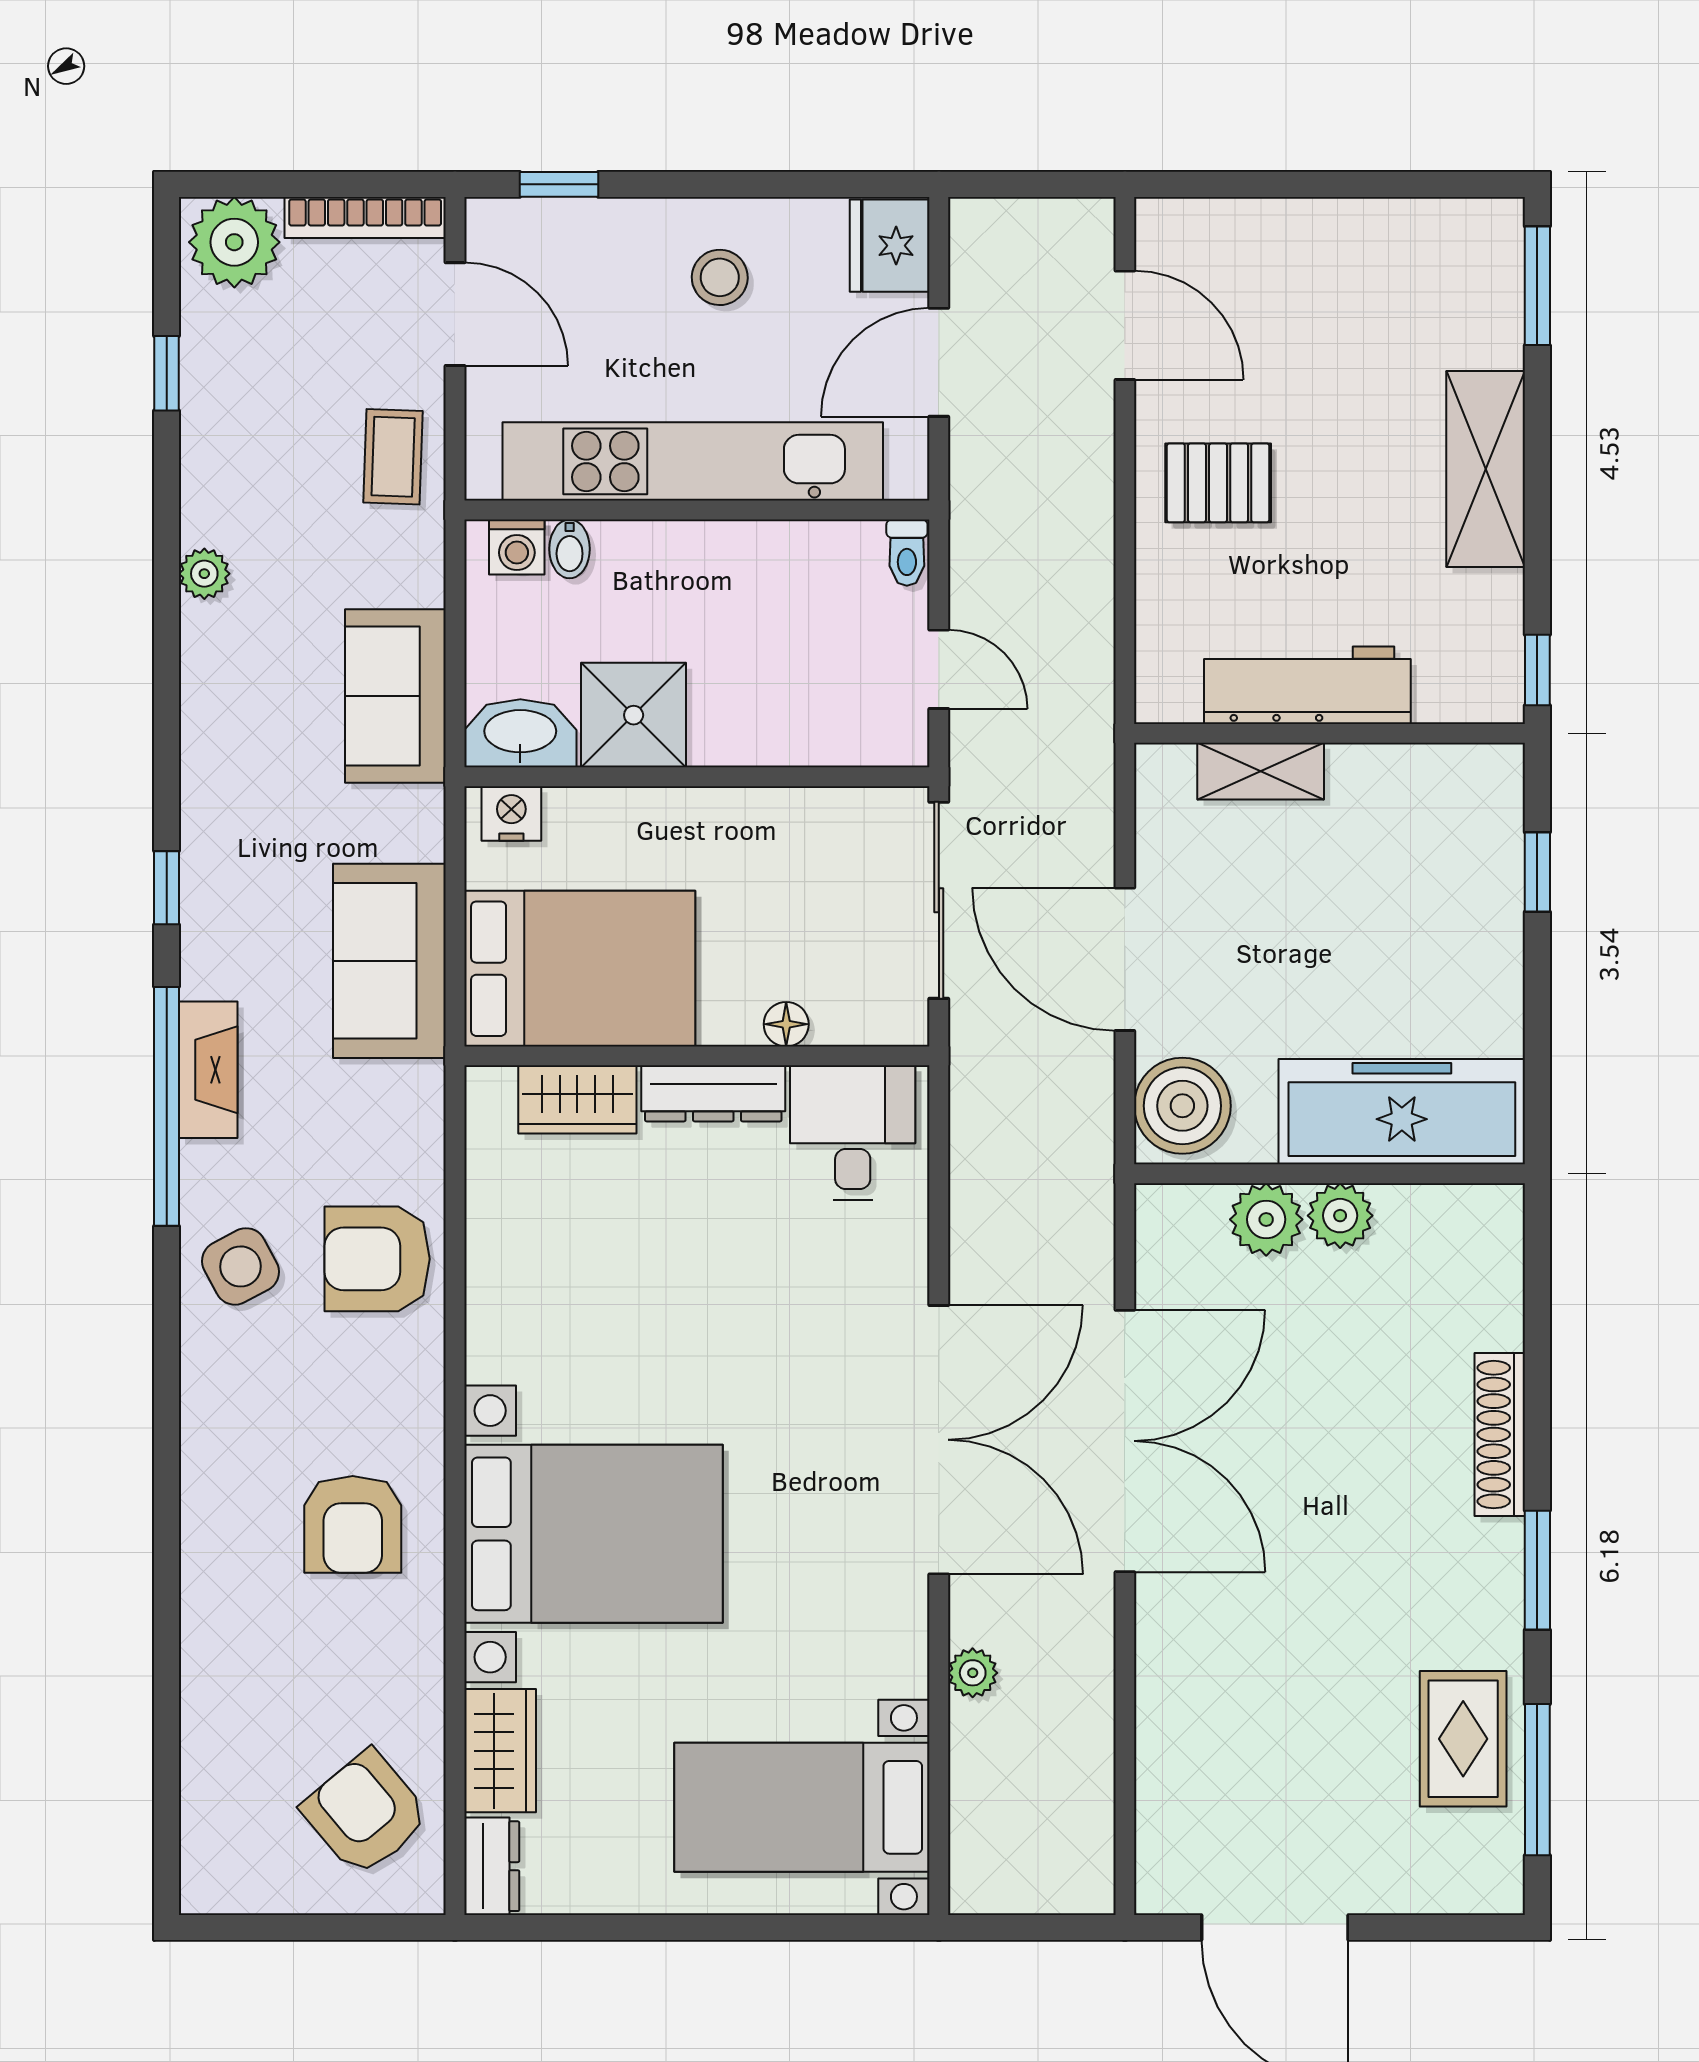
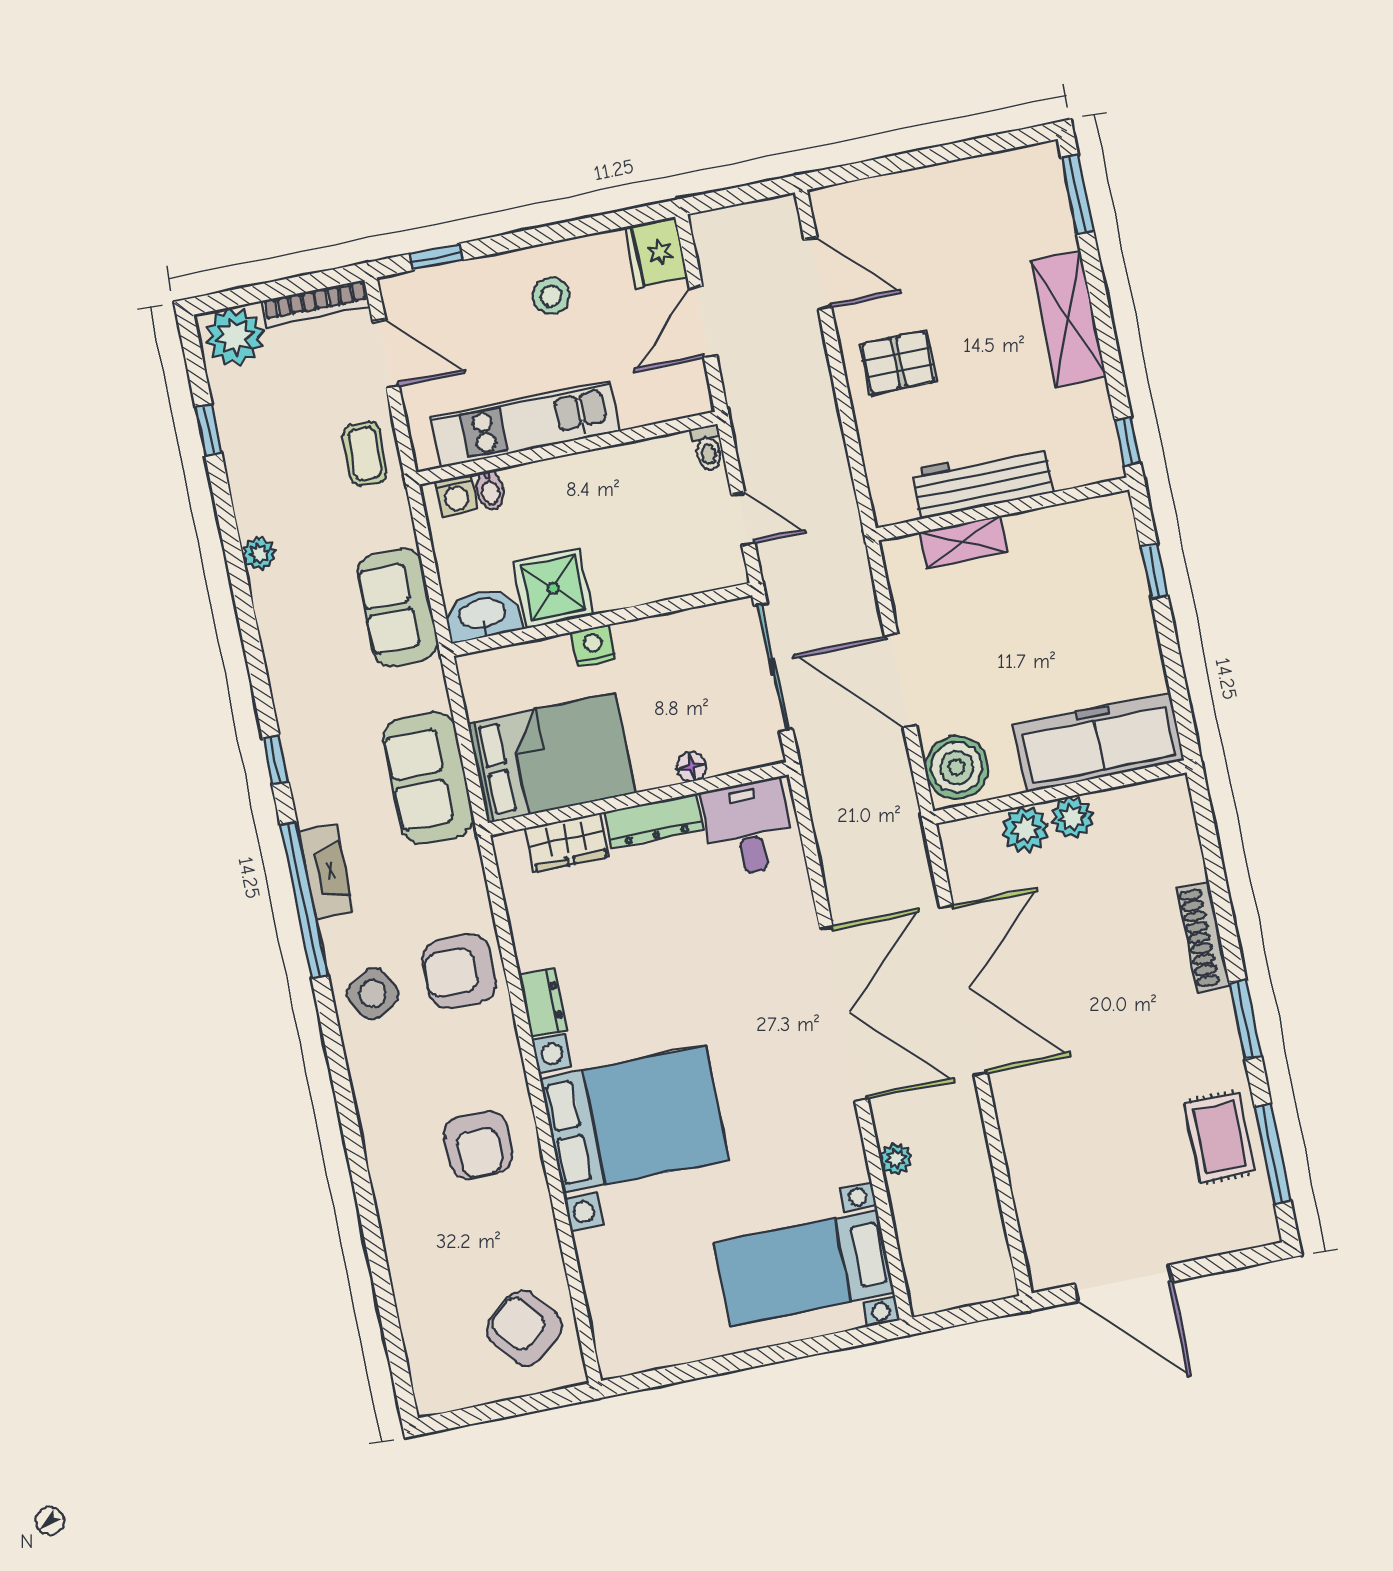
kitchen unit: (693, 461) -> (525, 424), width x0.73
nightstand: (511, 814) -> (593, 646), moved
wardrobe: (500, 1751) -> (603, 1271), removed
dresser: (492, 1866) -> (542, 1003), moved

